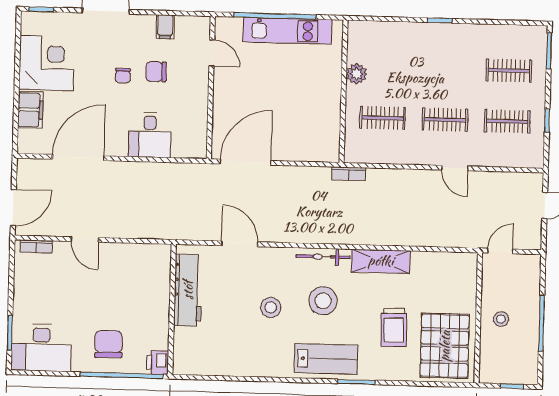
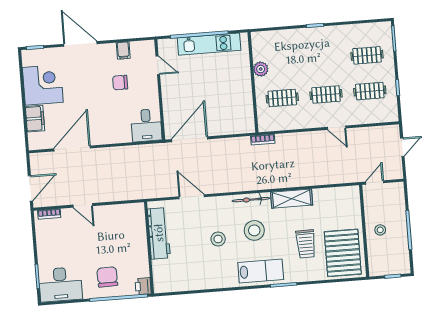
chair: (123, 76) -> (97, 88), removed
desk: (150, 135) -> (146, 125), moved

